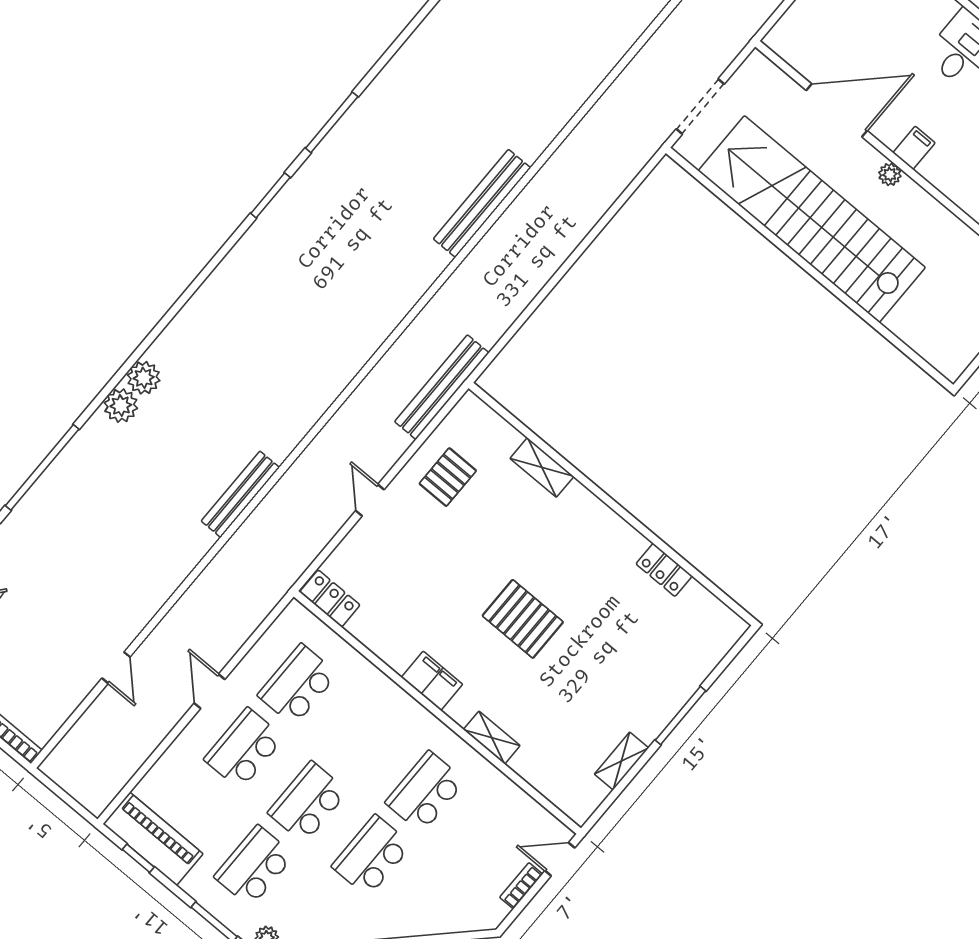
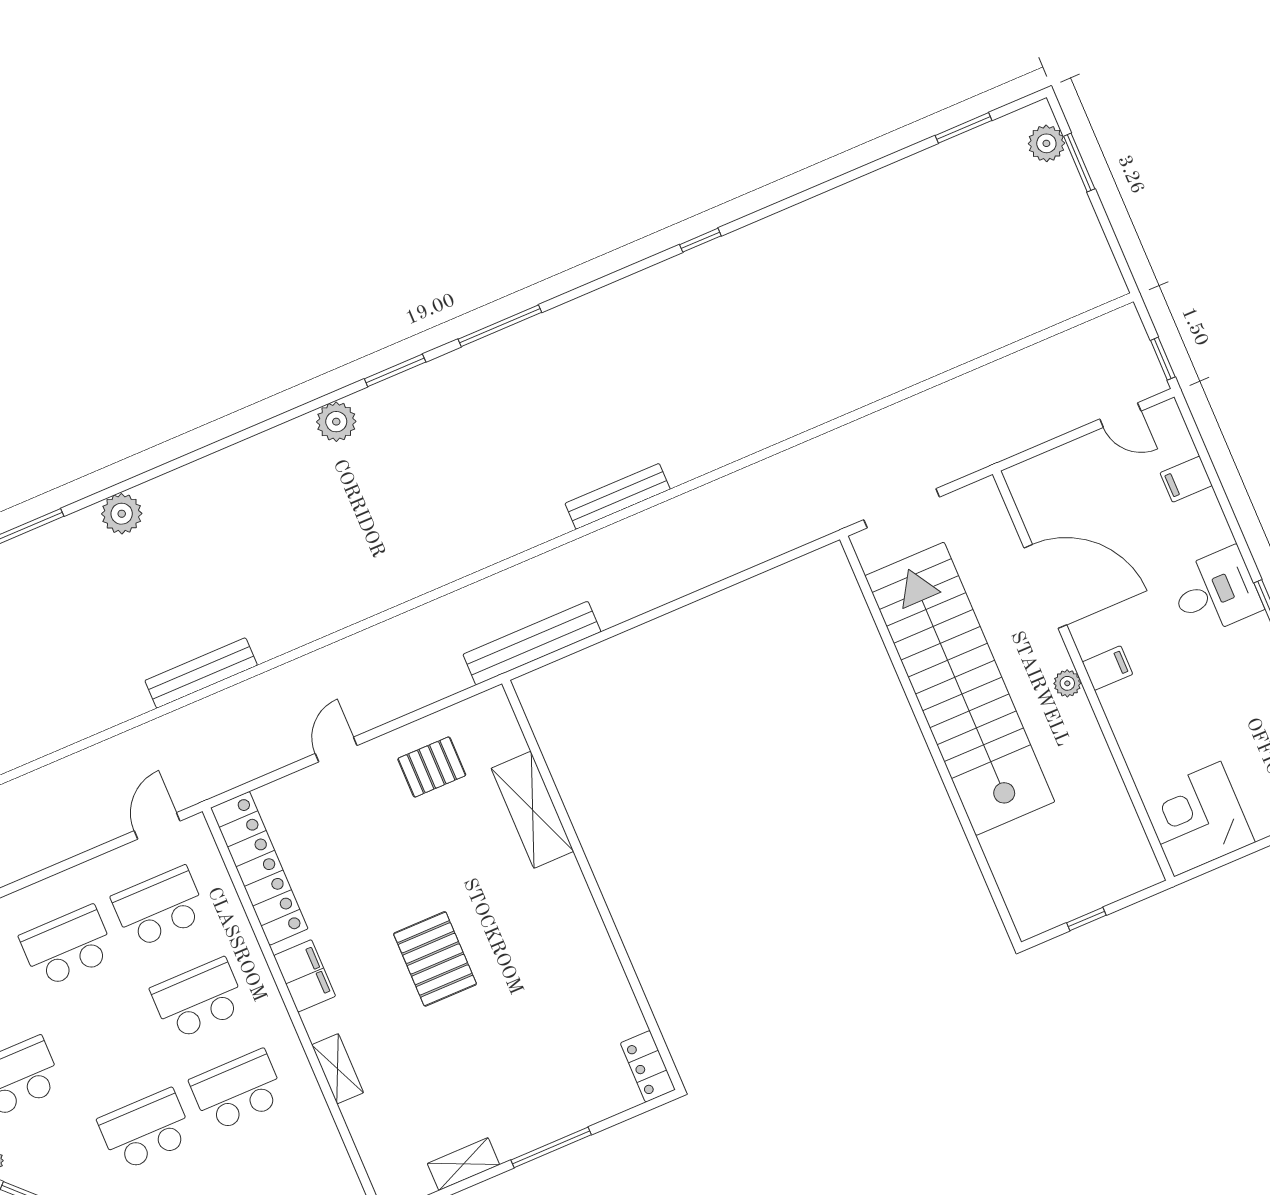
bench: (482, 203) -> (618, 496), width x0.73, depth x0.82
plant: (144, 378) -> (336, 422), moved
bench: (442, 387) -> (532, 643), moved
shelving: (542, 467) -> (532, 810), width x1.50, depth x1.33
locker: (664, 570) -> (648, 1066), moved
locker: (330, 599) -> (259, 868), width x2.16, depth x1.21
door: (210, 691) -> (157, 826), moved
school desk: (308, 802) -> (198, 999), moved

